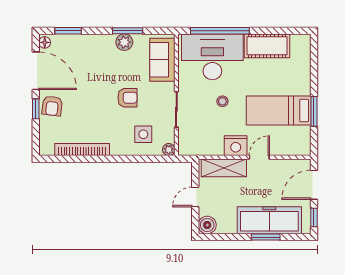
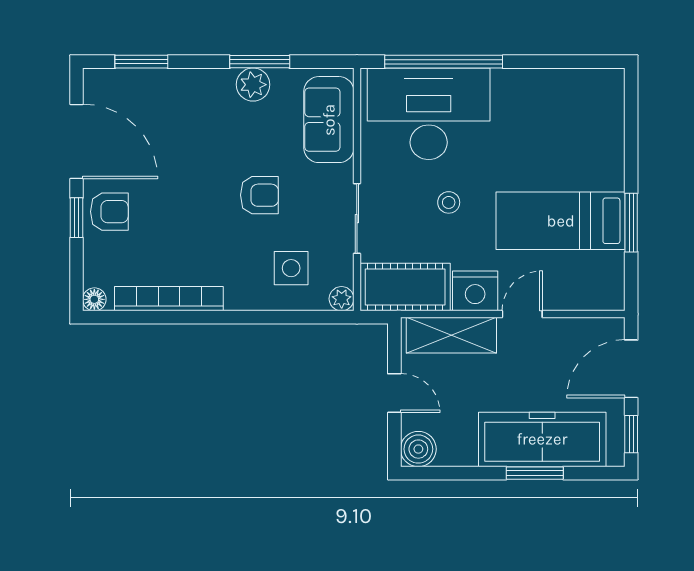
floor lamp: (45, 42) -> (94, 299), moved
cot: (267, 46) -> (405, 287), moved
armchair: (52, 106) -> (109, 212), turned -97
door: (195, 197) -> (394, 393), swing flipped

